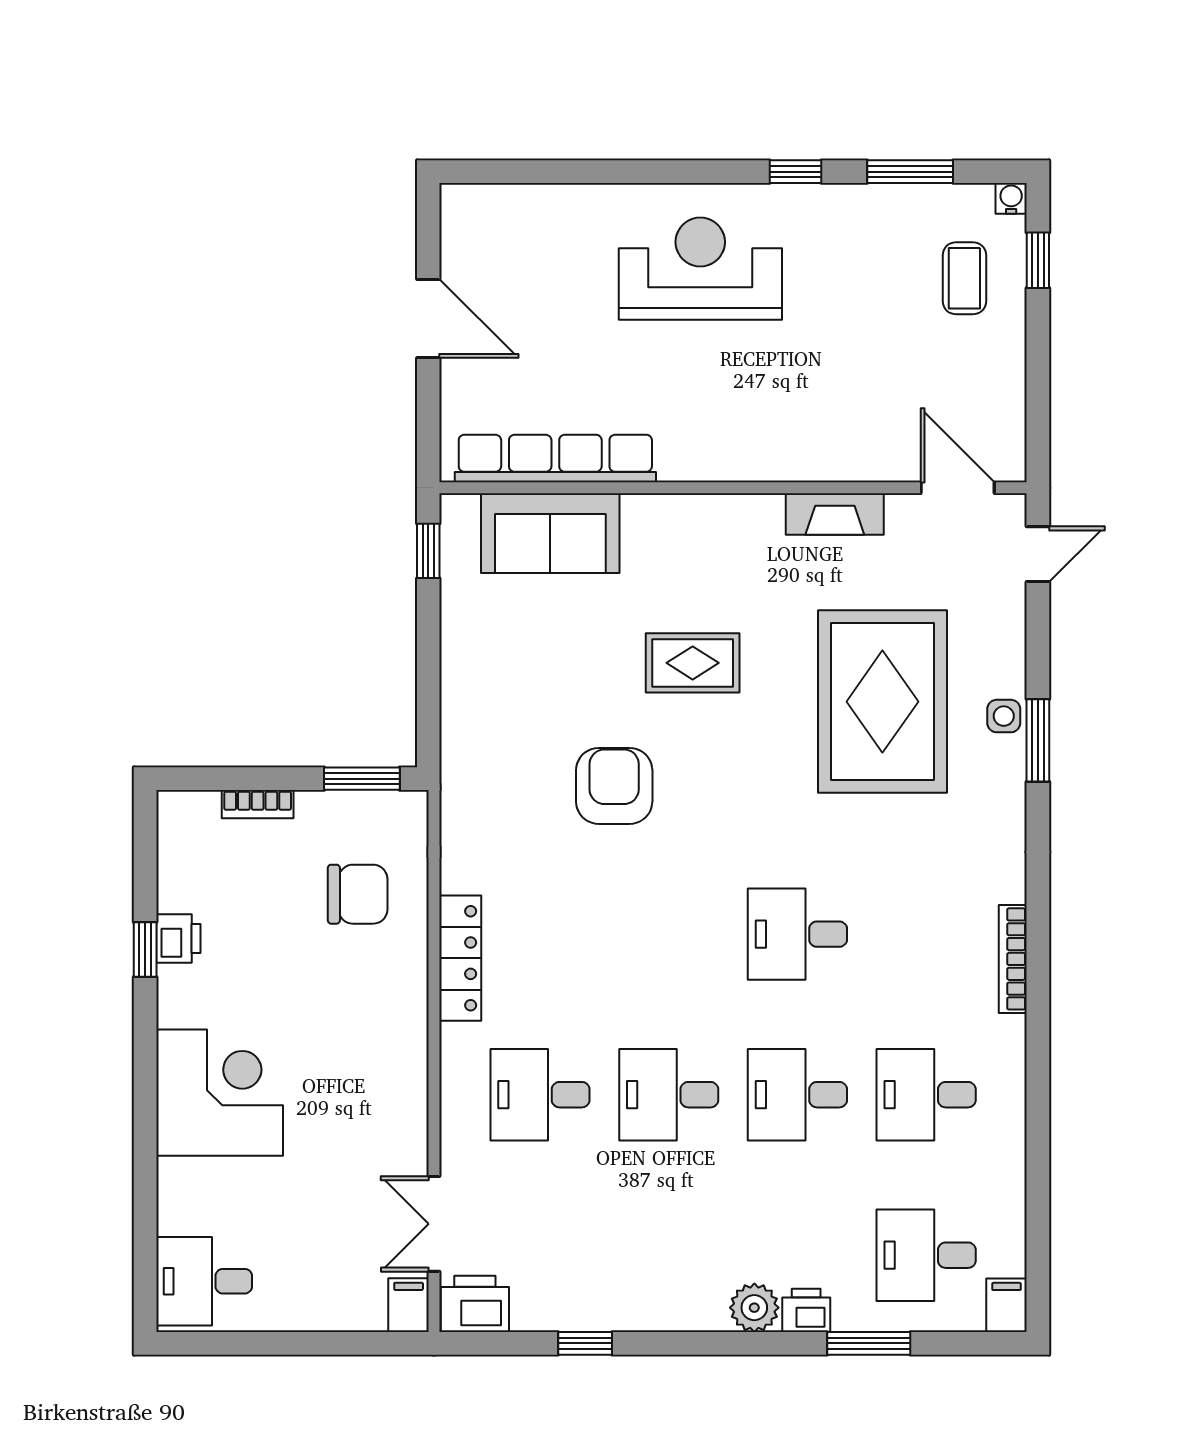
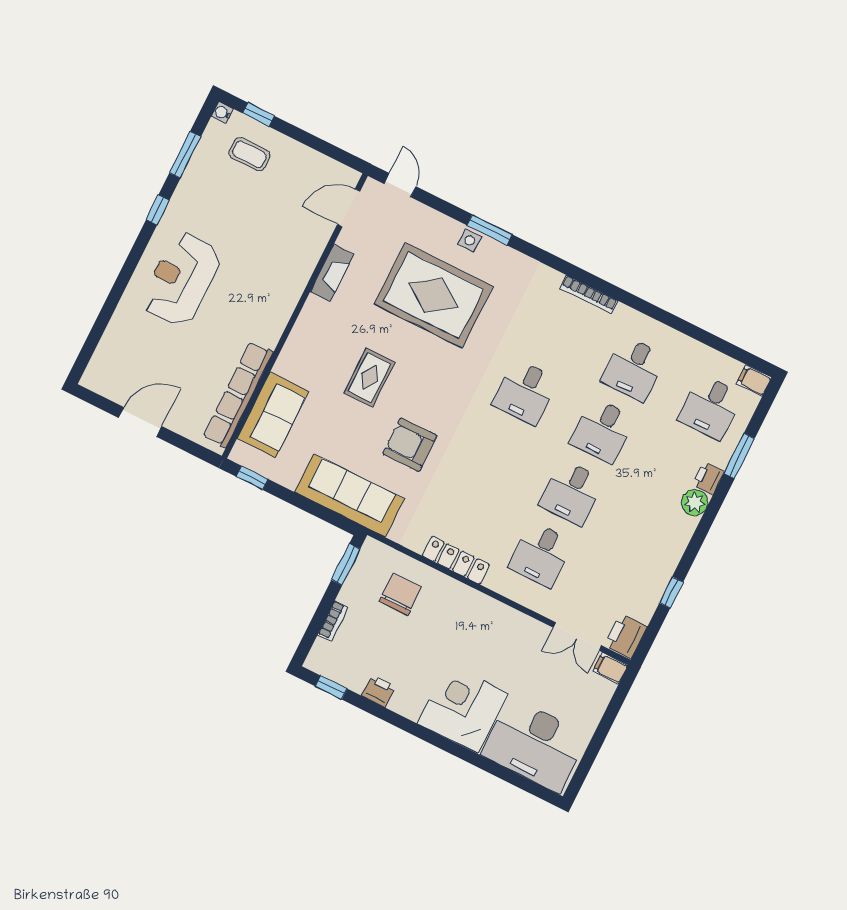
sofa: (480, 728) -> (349, 495), added
window: (145, 949) -> (331, 687), moved
desk: (204, 1281) -> (535, 745), width x1.87, depth x1.30

